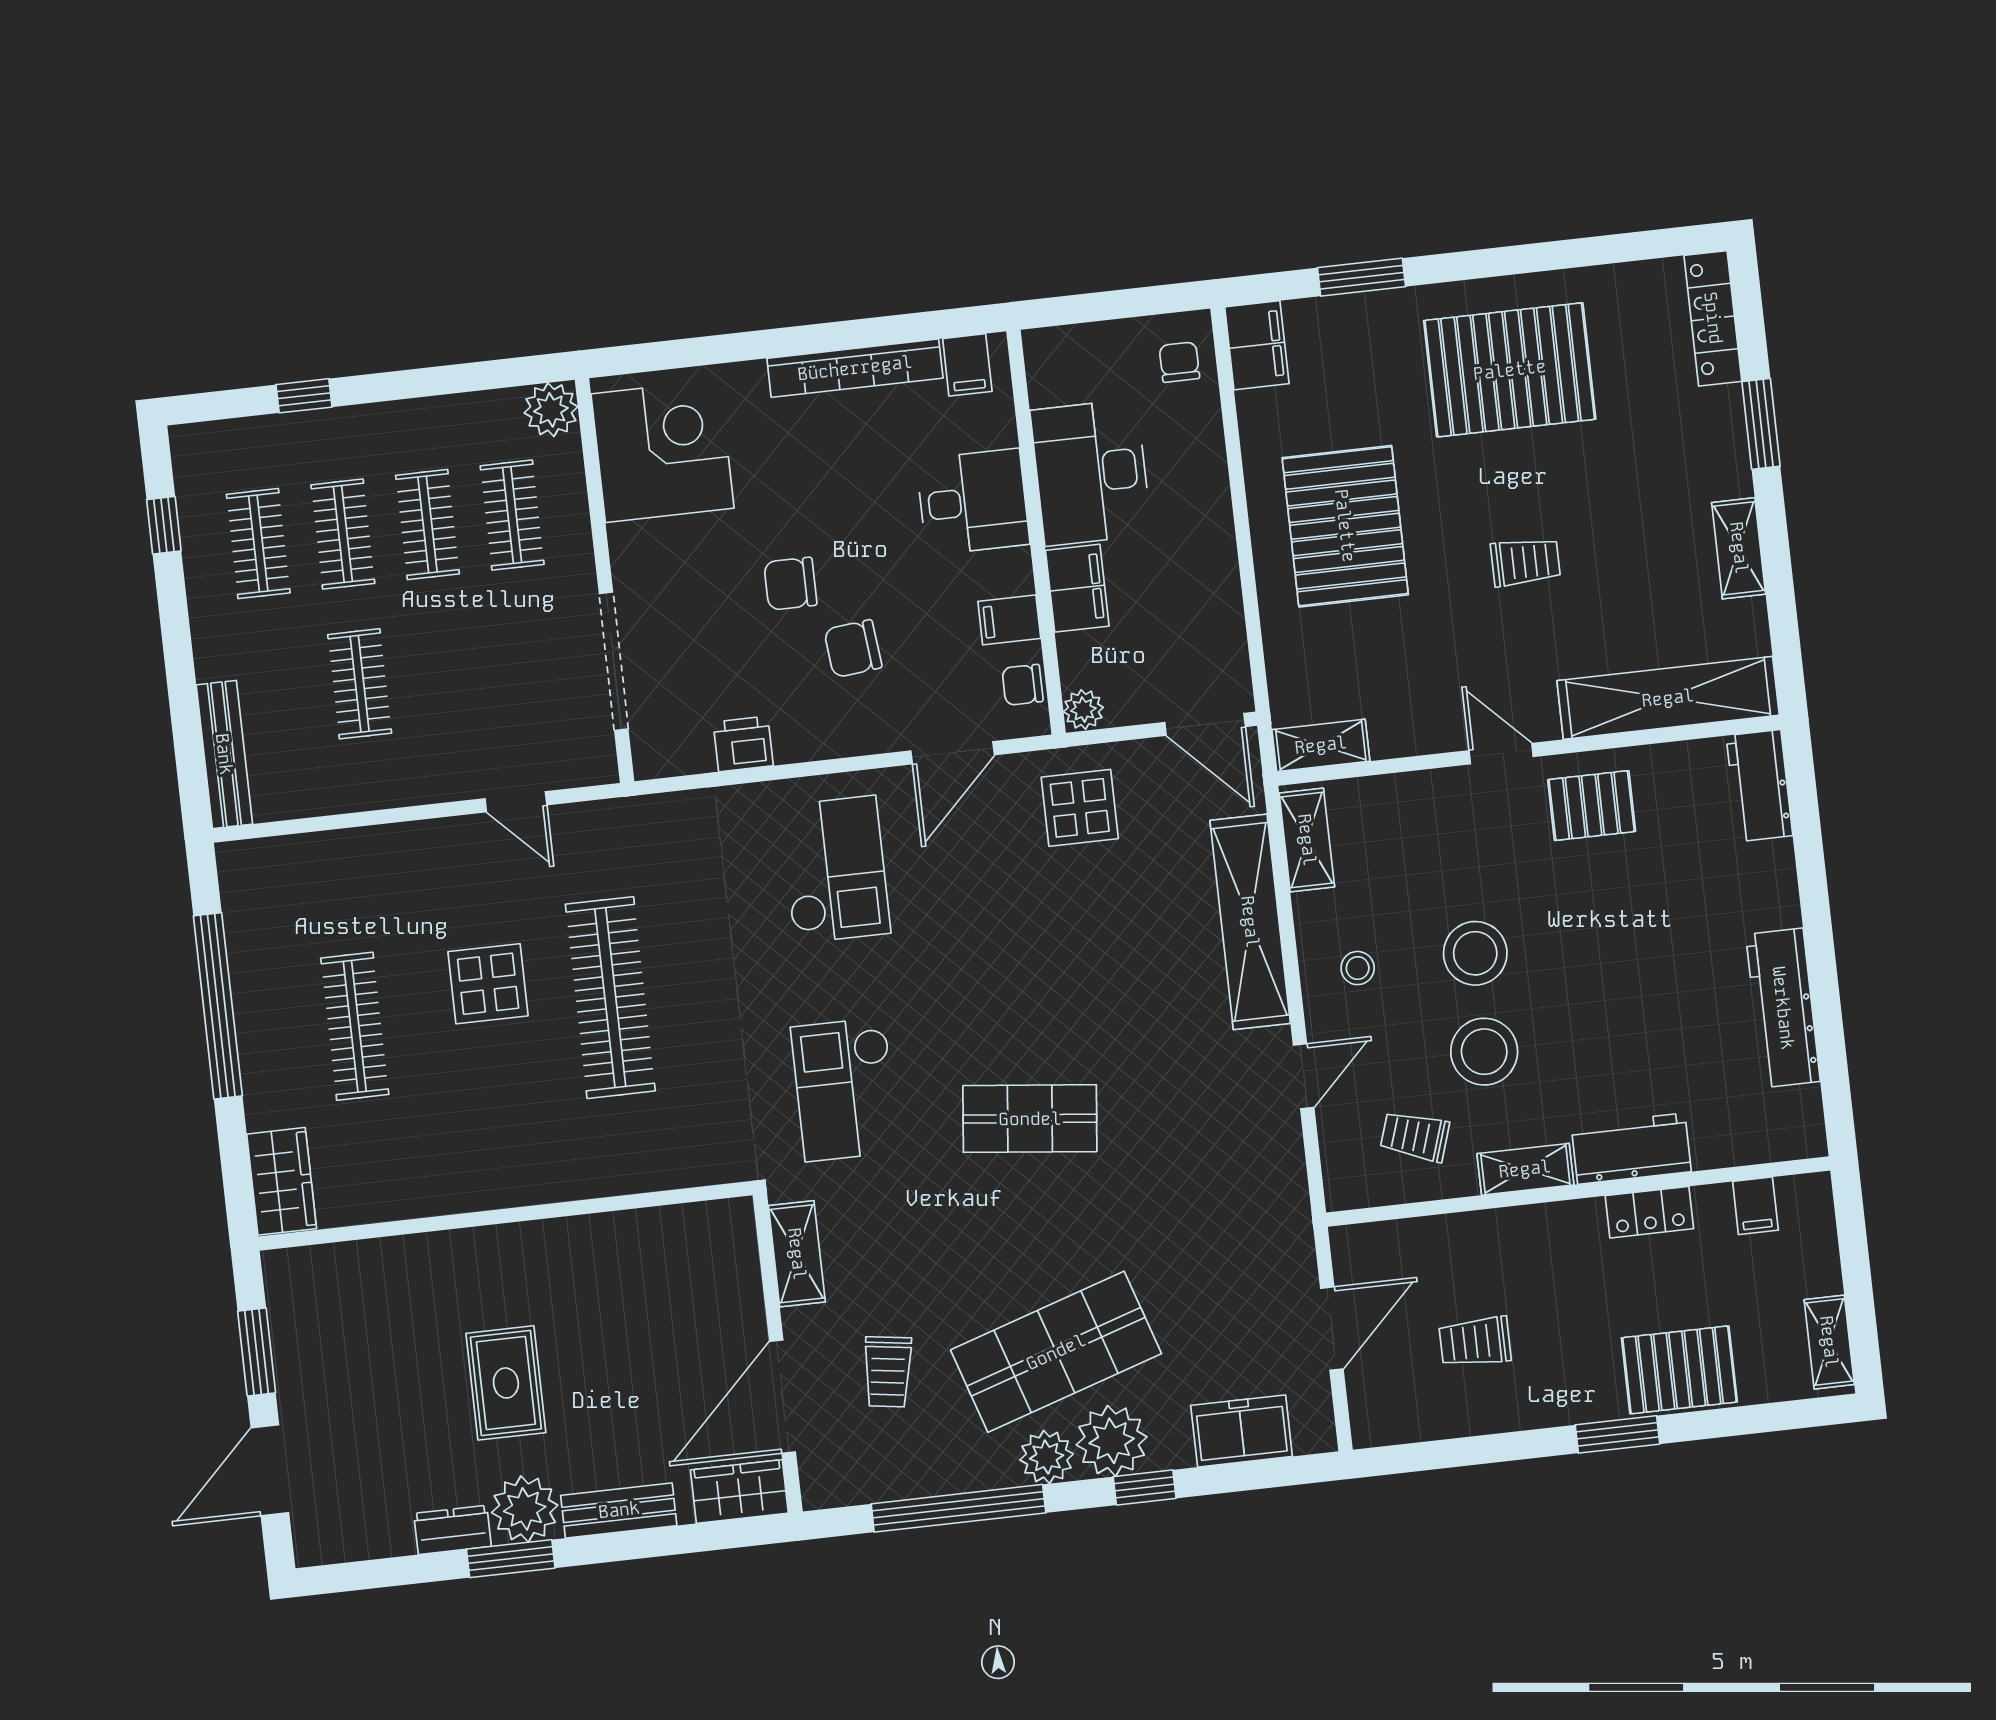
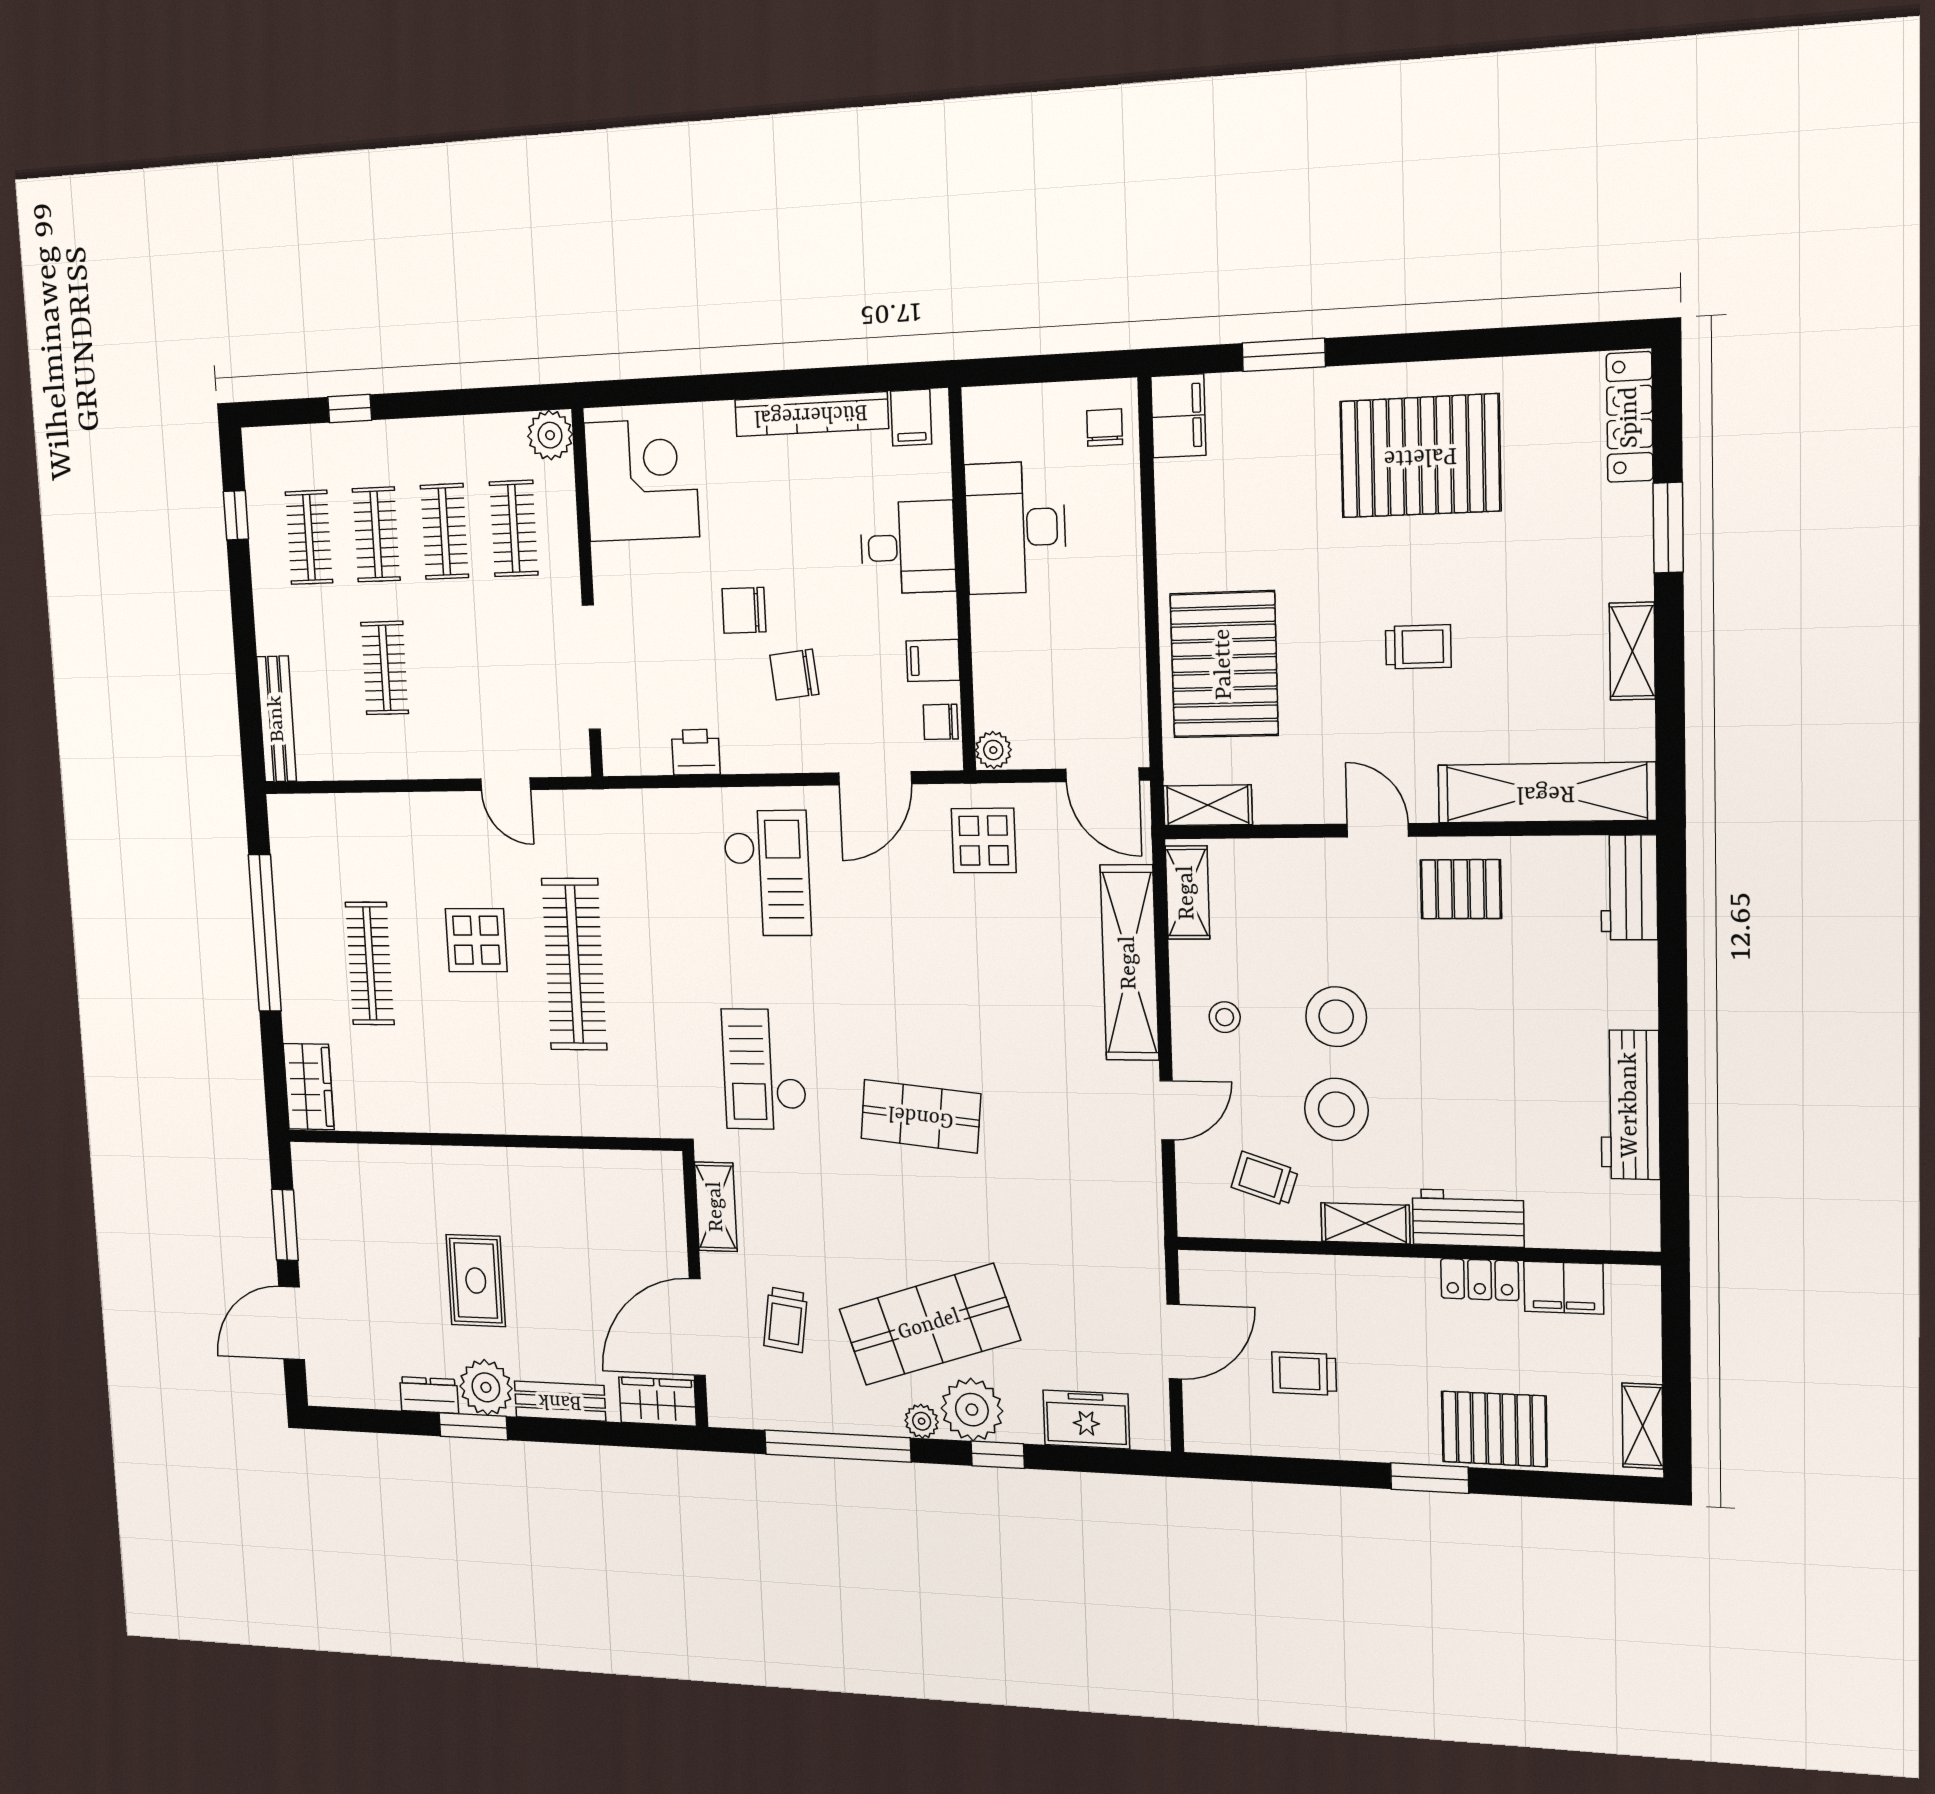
pallet: (1345, 526) -> (1224, 664), moved
filing cabinet: (1077, 588) -> (996, 636), removed
filing cabinet: (1755, 1206) -> (1564, 1288), width x2.00
plant: (1047, 1457) -> (922, 1421), width x0.73, depth x0.73

